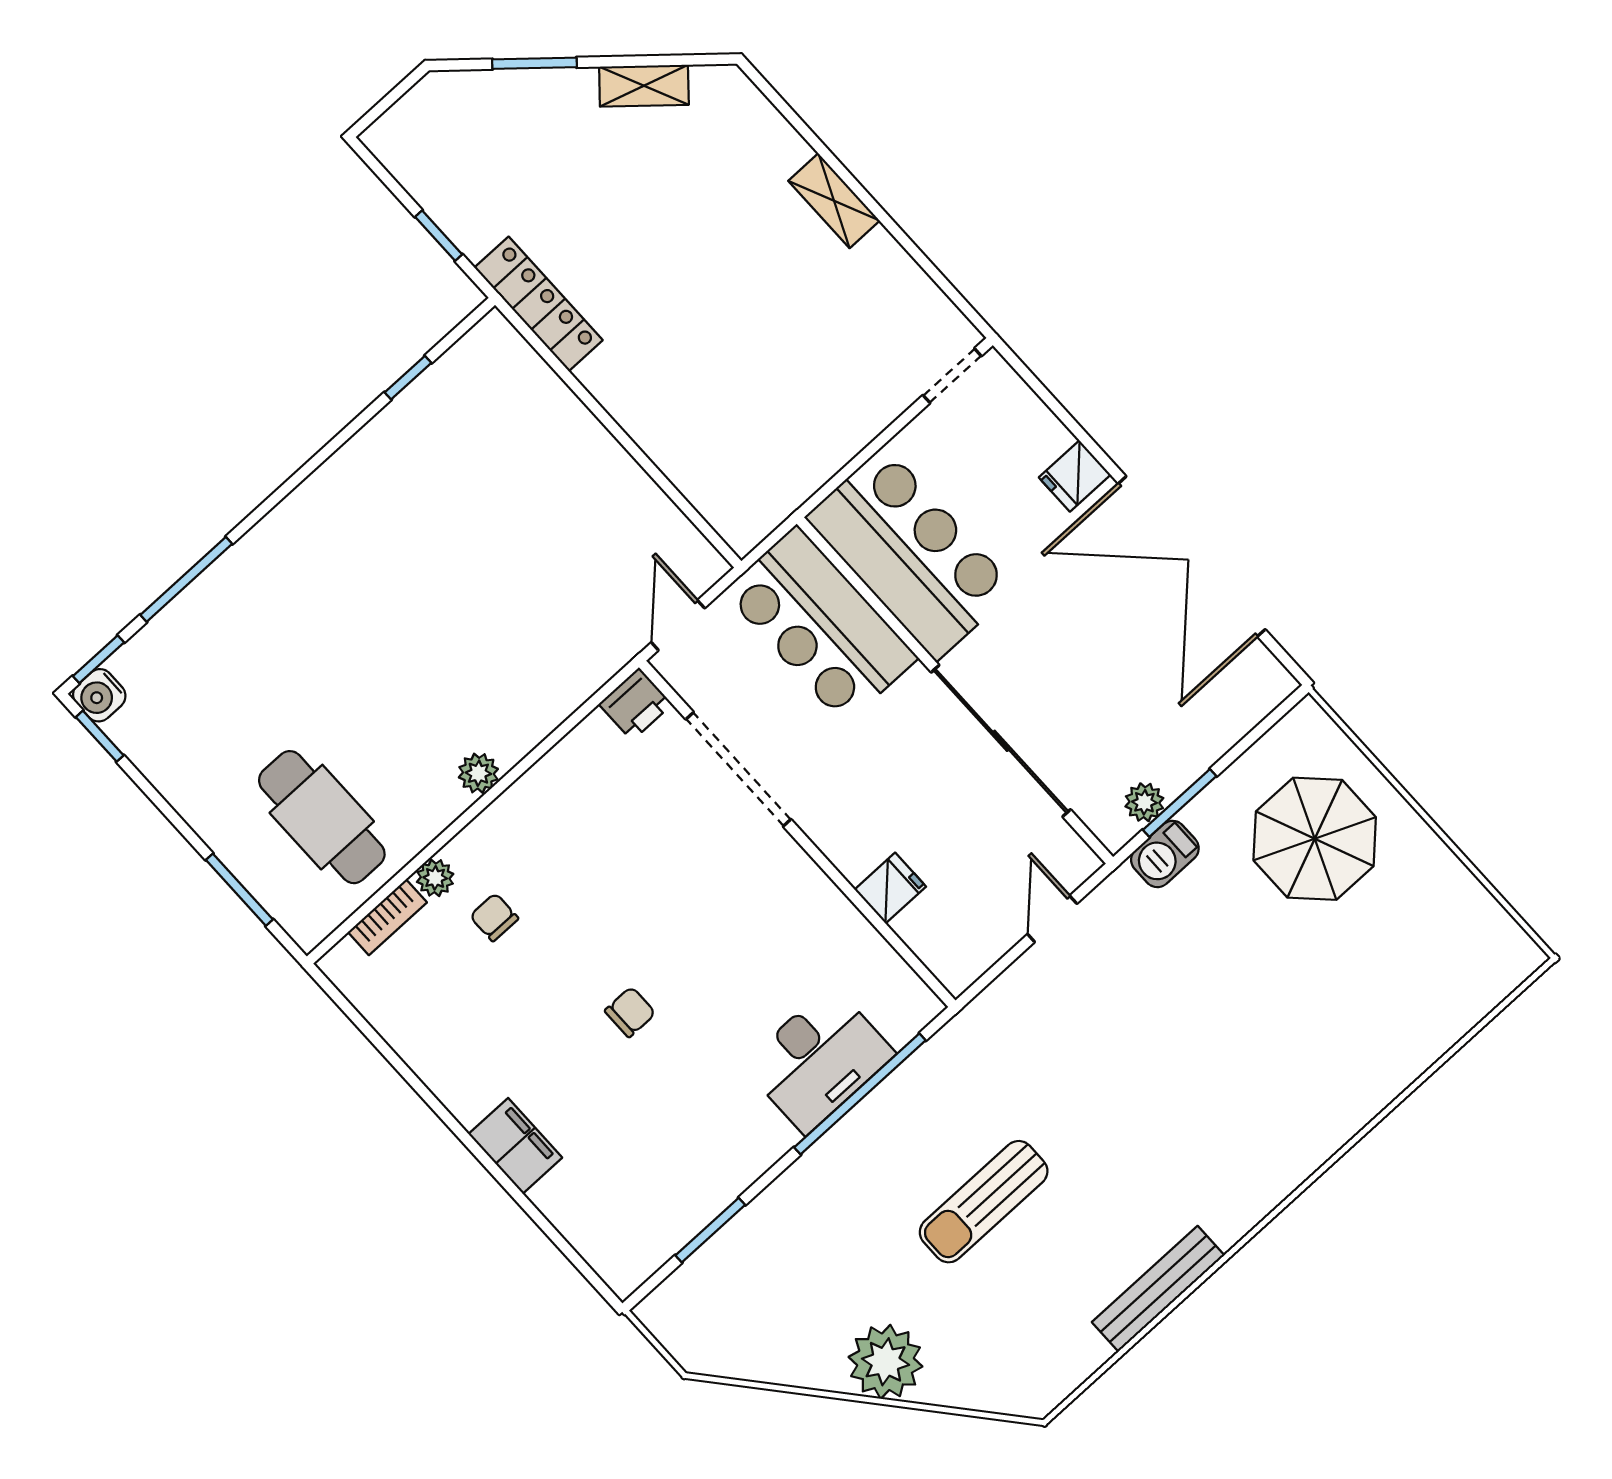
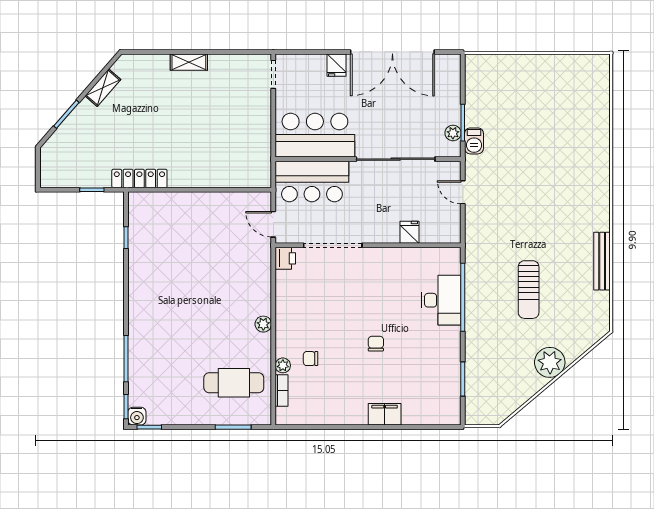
parasol: (1315, 839) -> (510, 92), removed

